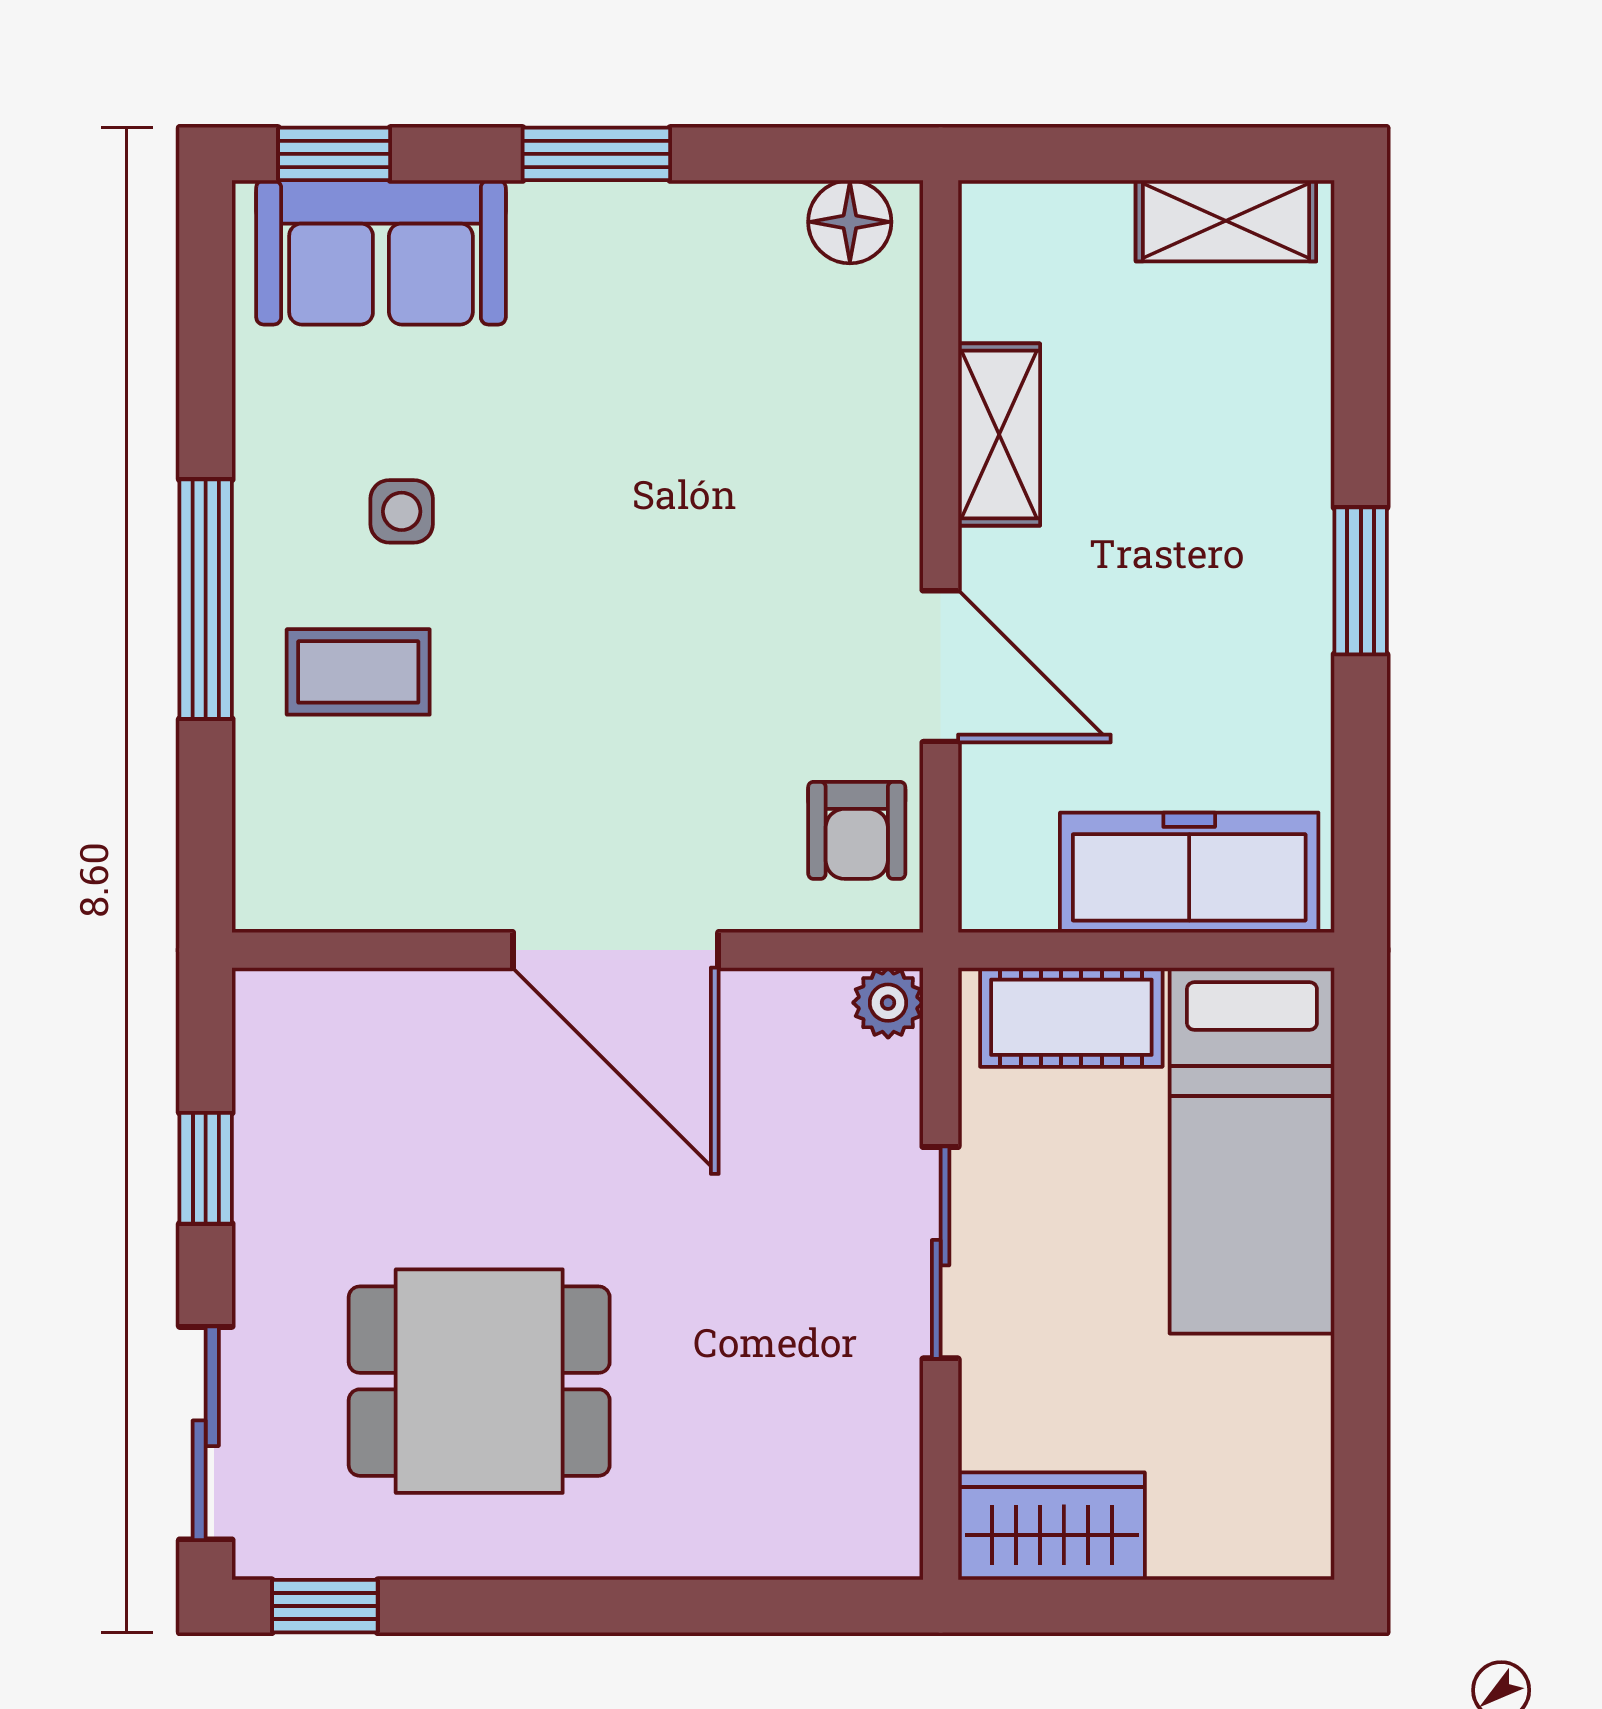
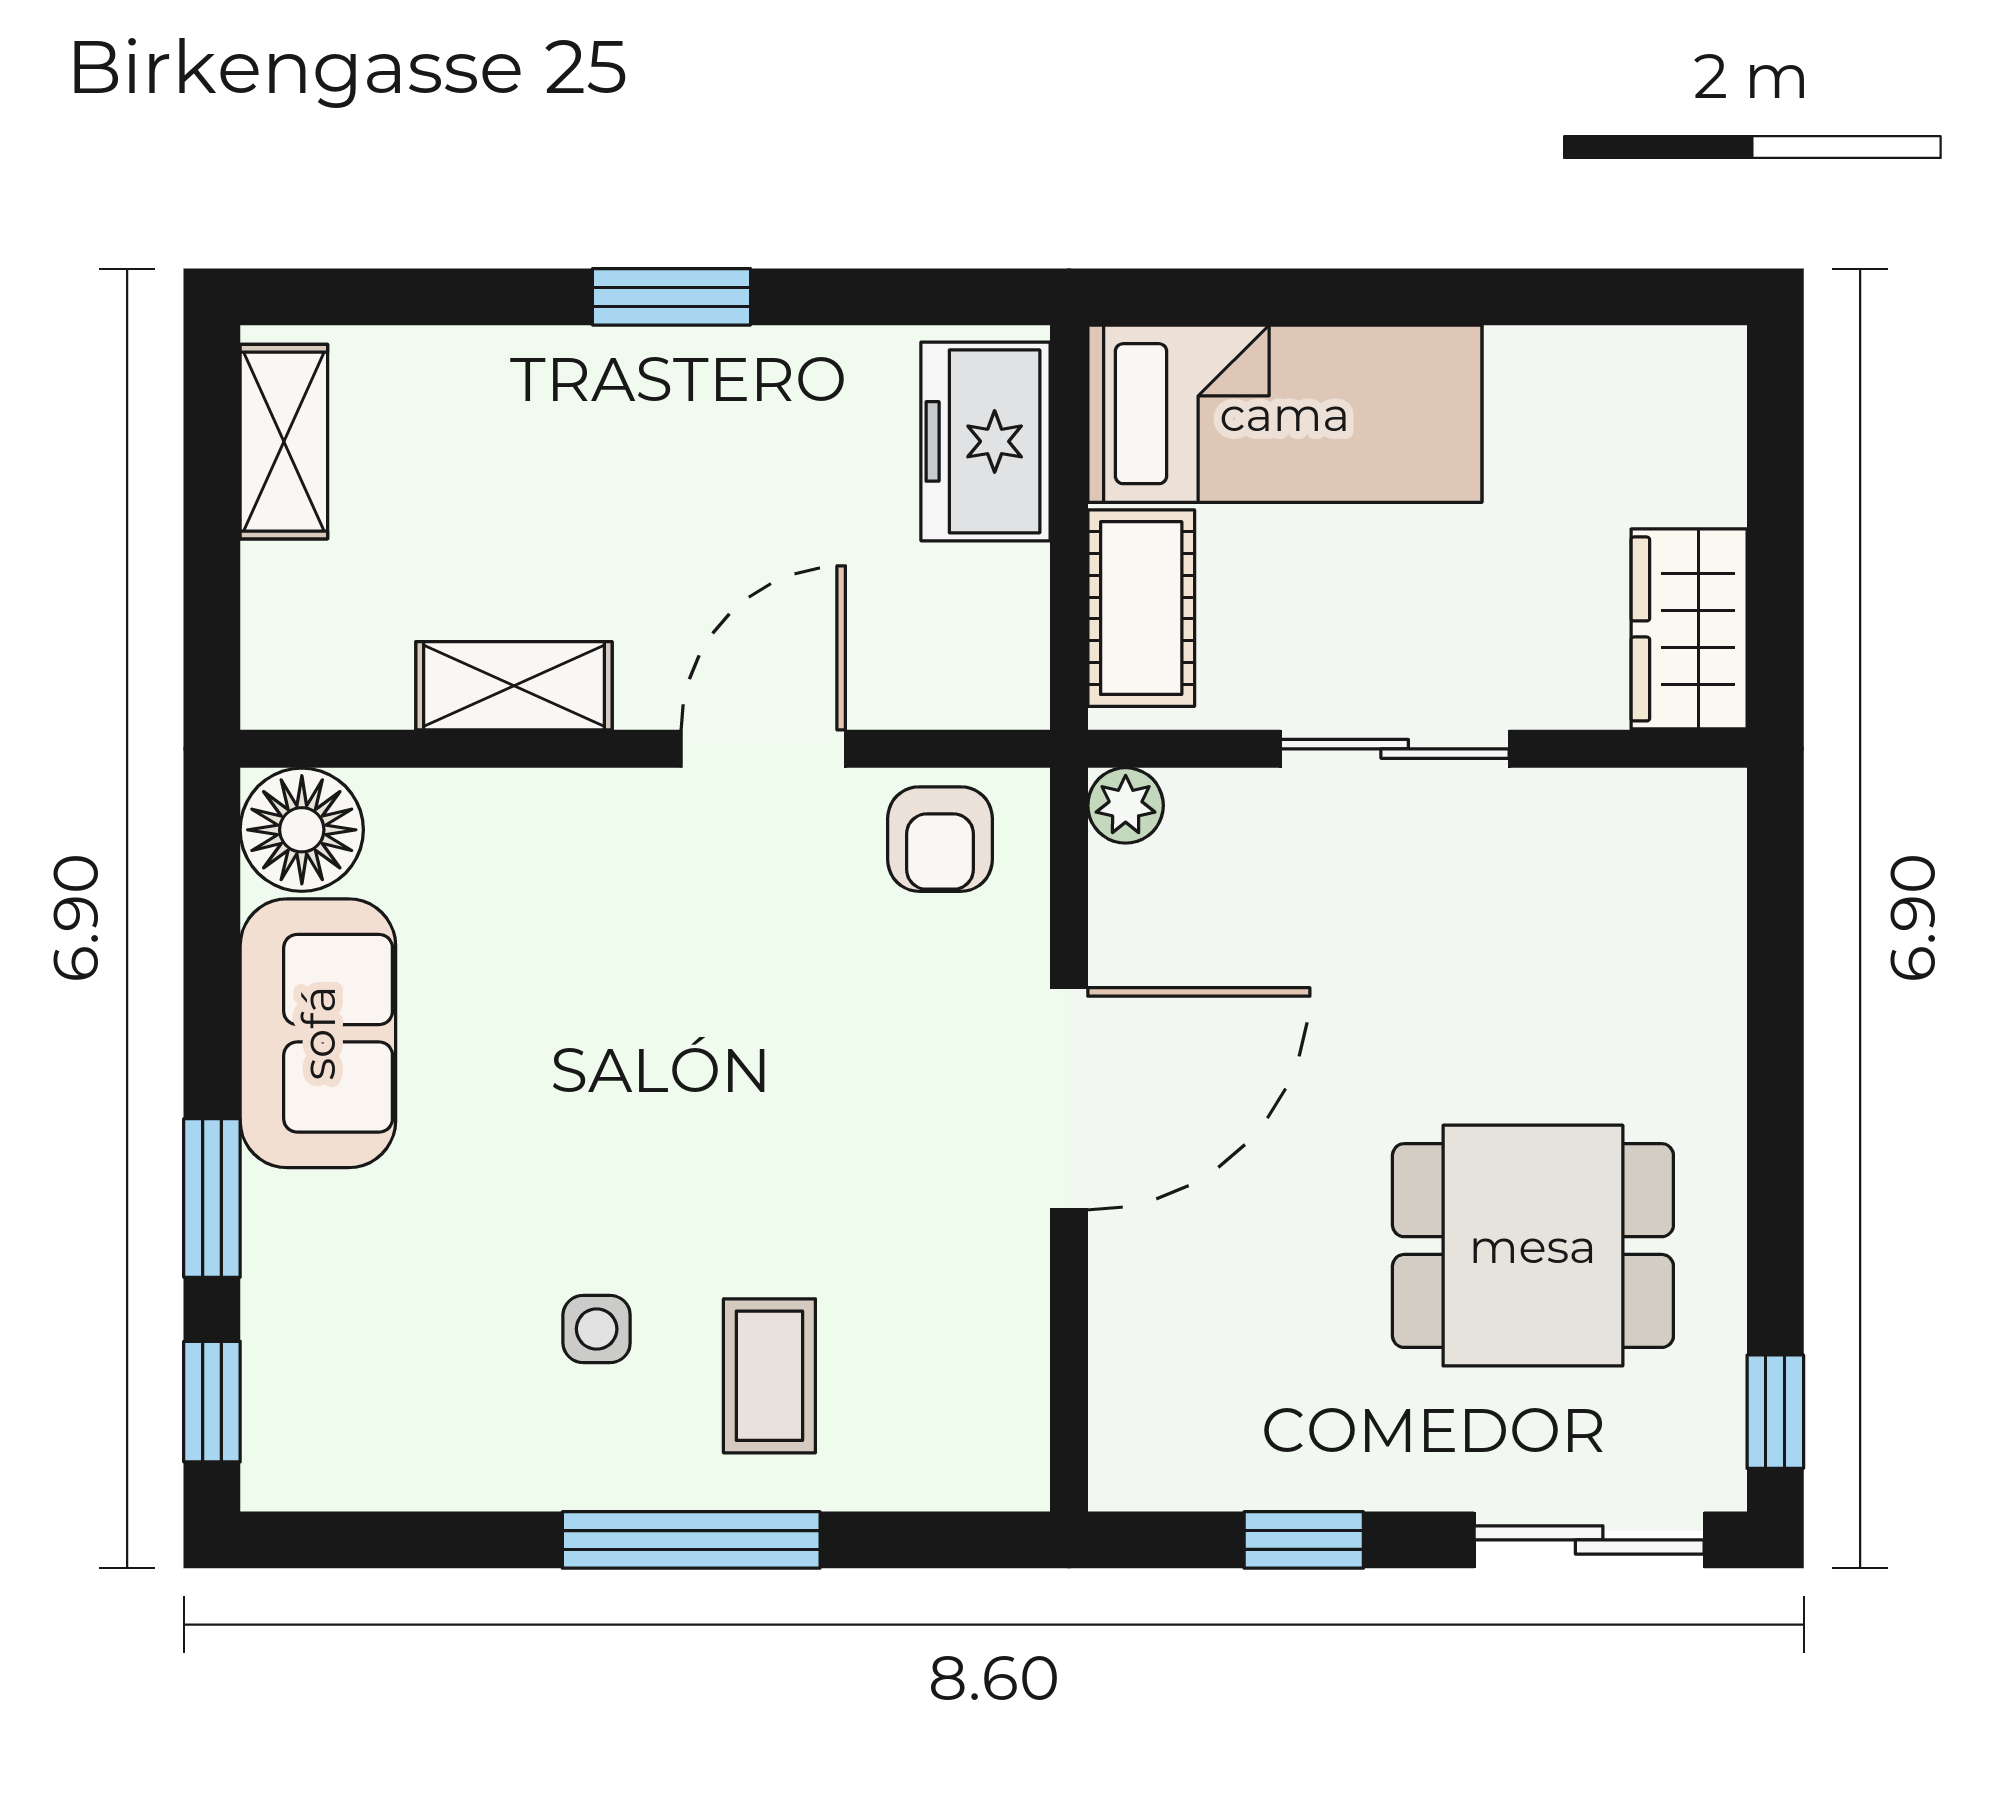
window: (596, 154) -> (212, 1198), moved
floor lamp: (850, 222) -> (302, 830), width x1.38, depth x1.38
sofa: (381, 252) -> (318, 1033), moved
armchair: (857, 830) -> (940, 839), turned 90
freezer: (1189, 873) -> (986, 441), width x0.71
dining table: (479, 1381) -> (1533, 1246), turned 90

